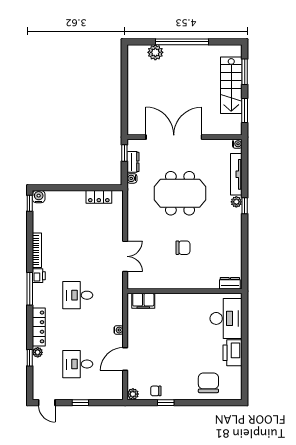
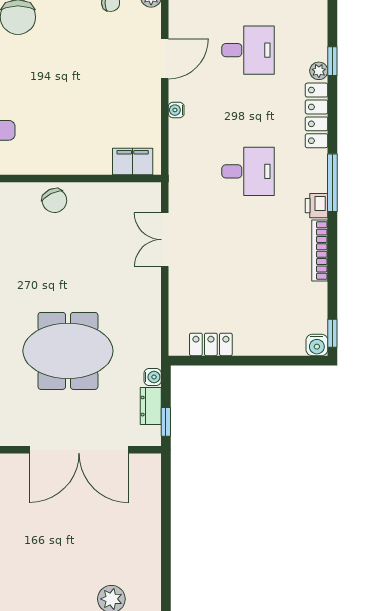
chair: (183, 248) -> (54, 201), moved, turned -116

